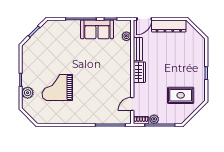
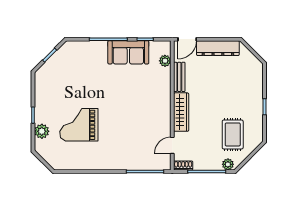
wardrobe: (139, 72) -> (181, 112), width x1.50
rug: (181, 95) -> (233, 134), turned 90
plant: (154, 119) -> (228, 164), moved

